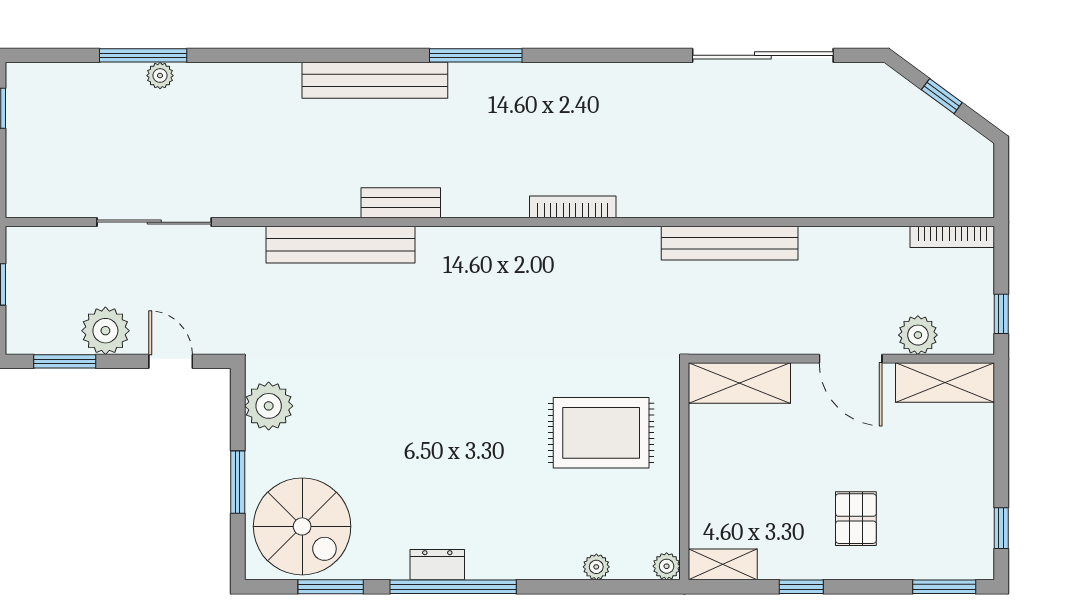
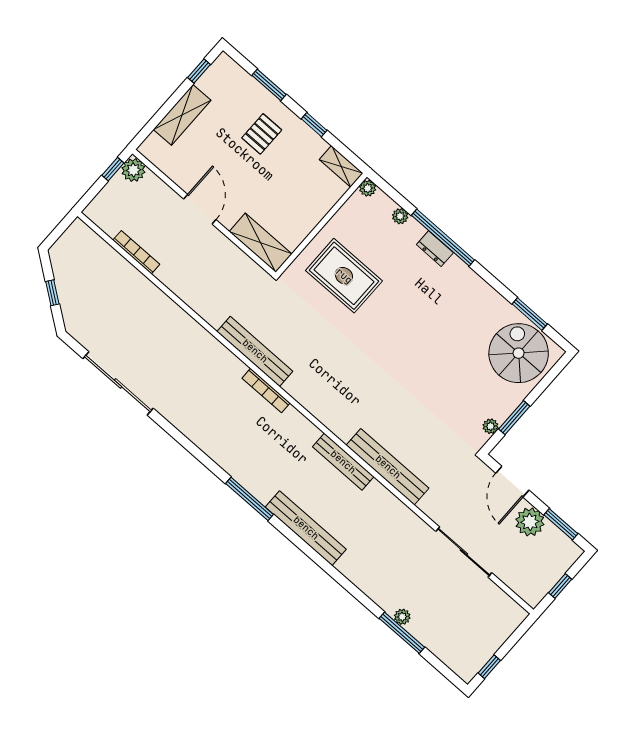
bench: (401, 203) -> (343, 462), width x1.36
bookcase: (952, 237) -> (136, 252), moved
bench: (730, 243) -> (255, 351), moved
plant: (918, 335) -> (133, 170), moved
door: (171, 361) -> (512, 482), width x1.38
shelving: (945, 382) -> (182, 115), moved, turned 90
plant: (269, 406) -> (491, 426), width x0.53, depth x0.53
window: (238, 482) -> (514, 418), moved
dresser: (437, 565) -> (435, 249), moved
window: (453, 587) -> (443, 238), moved
window: (944, 587) -> (269, 85), moved

